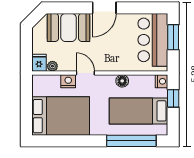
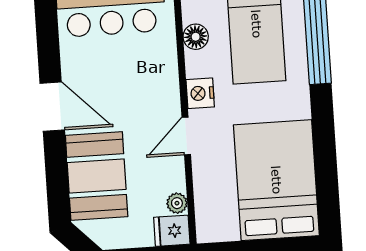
nightstand: (68, 81) -> (200, 93), moved
floor lamp: (122, 81) -> (196, 37), moved

